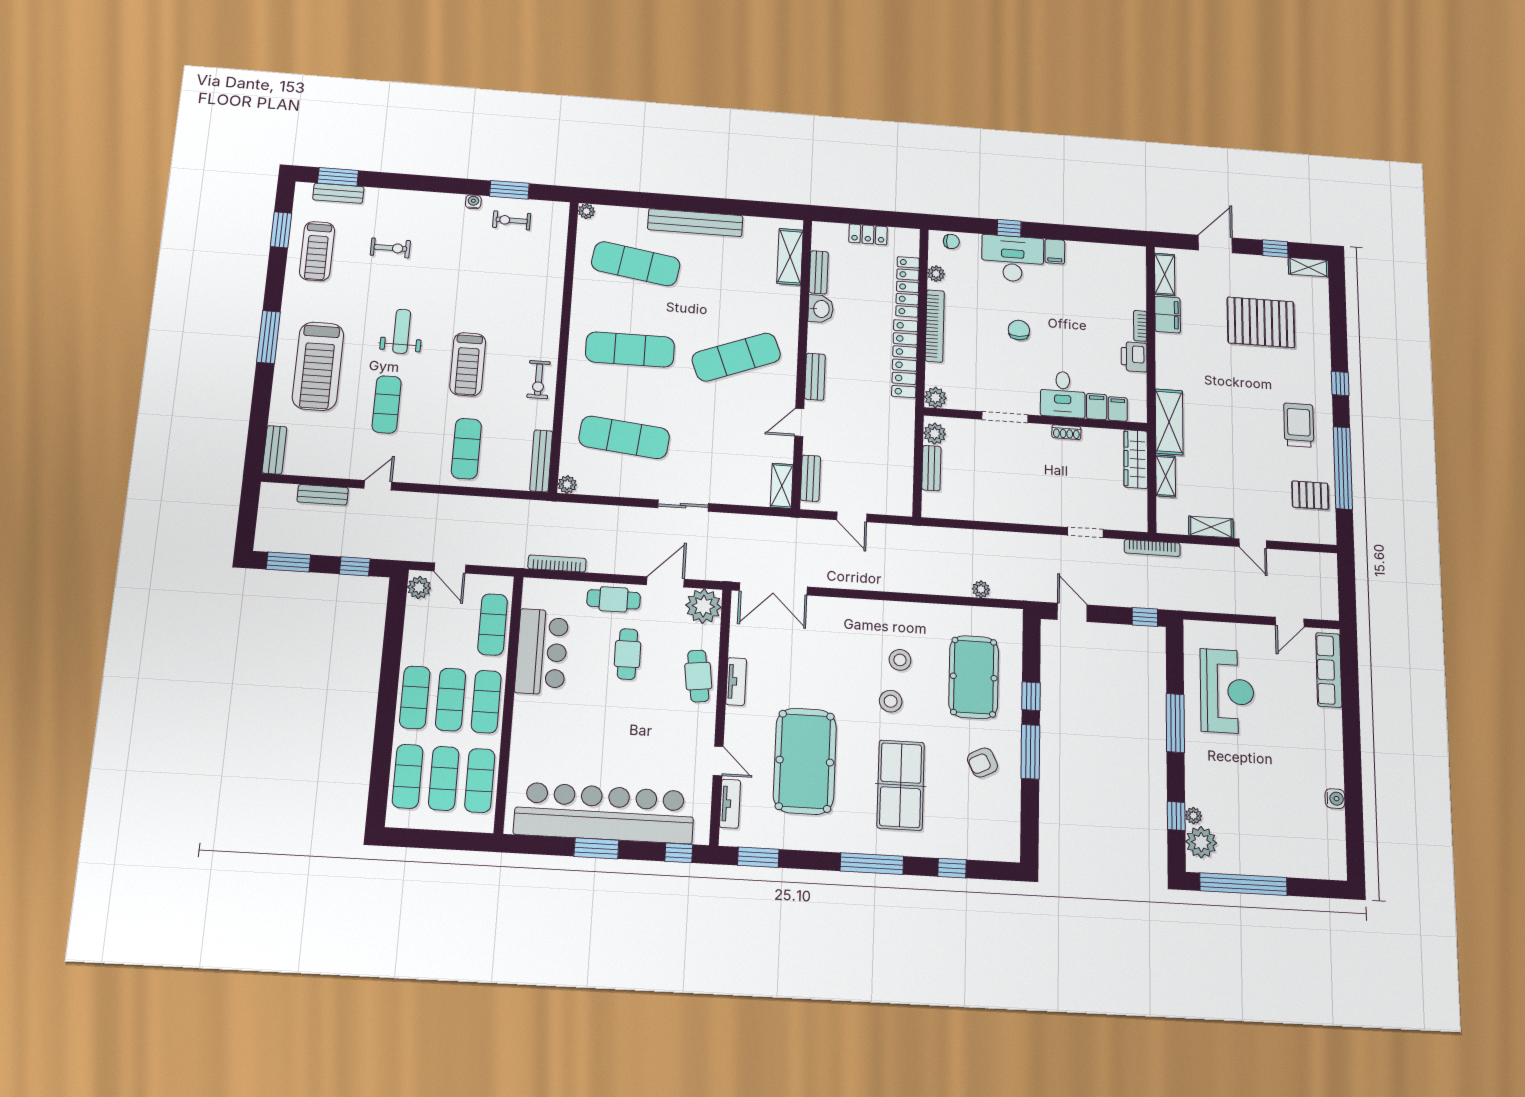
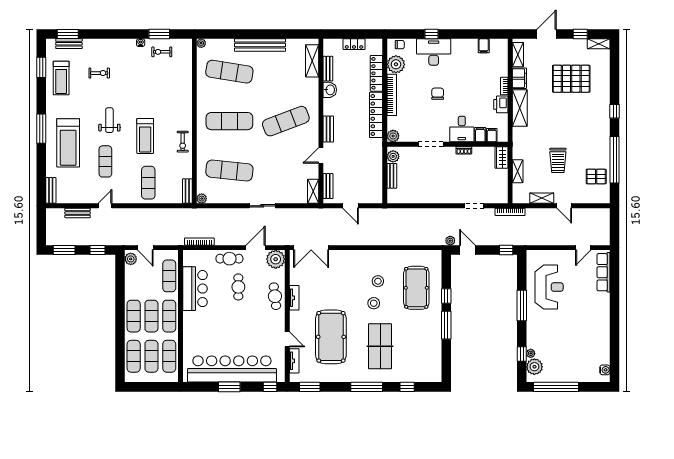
filing cabinet: (1055, 251) -> (484, 46), moved
plant: (936, 274) -> (396, 64), width x1.88, depth x1.88
shelving: (1169, 422) -> (520, 108), moved
trolley: (1299, 425) -> (558, 160), moved, turned 180
wardrobe: (1136, 459) -> (501, 157), width x0.67
bench: (541, 461) -> (187, 191), width x0.73
plant: (981, 589) -> (450, 241), moved
armchair: (982, 762) -> (422, 332), removed
water cooler: (1335, 799) -> (605, 370), moved

